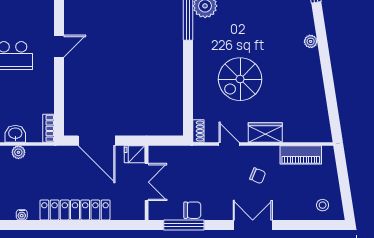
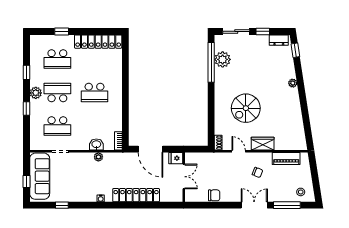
door: (59, 46) -> (125, 86), removed
window: (184, 225) -> (287, 205), moved

